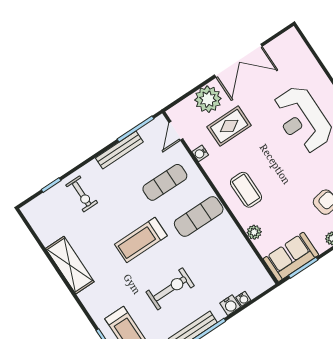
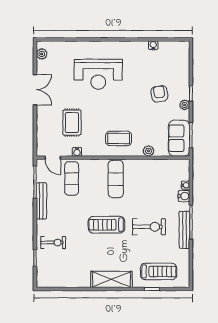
double door: (238, 61) -> (35, 90), width x0.73
plant: (208, 99) -> (42, 54), moved, width x0.53, depth x0.53
exercise mat: (165, 182) -> (72, 178), moved
treadmill: (141, 240) -> (106, 225), turned 90
shelving: (70, 265) -> (111, 279), moved
exercise bike: (170, 289) -> (149, 227), turned 90

